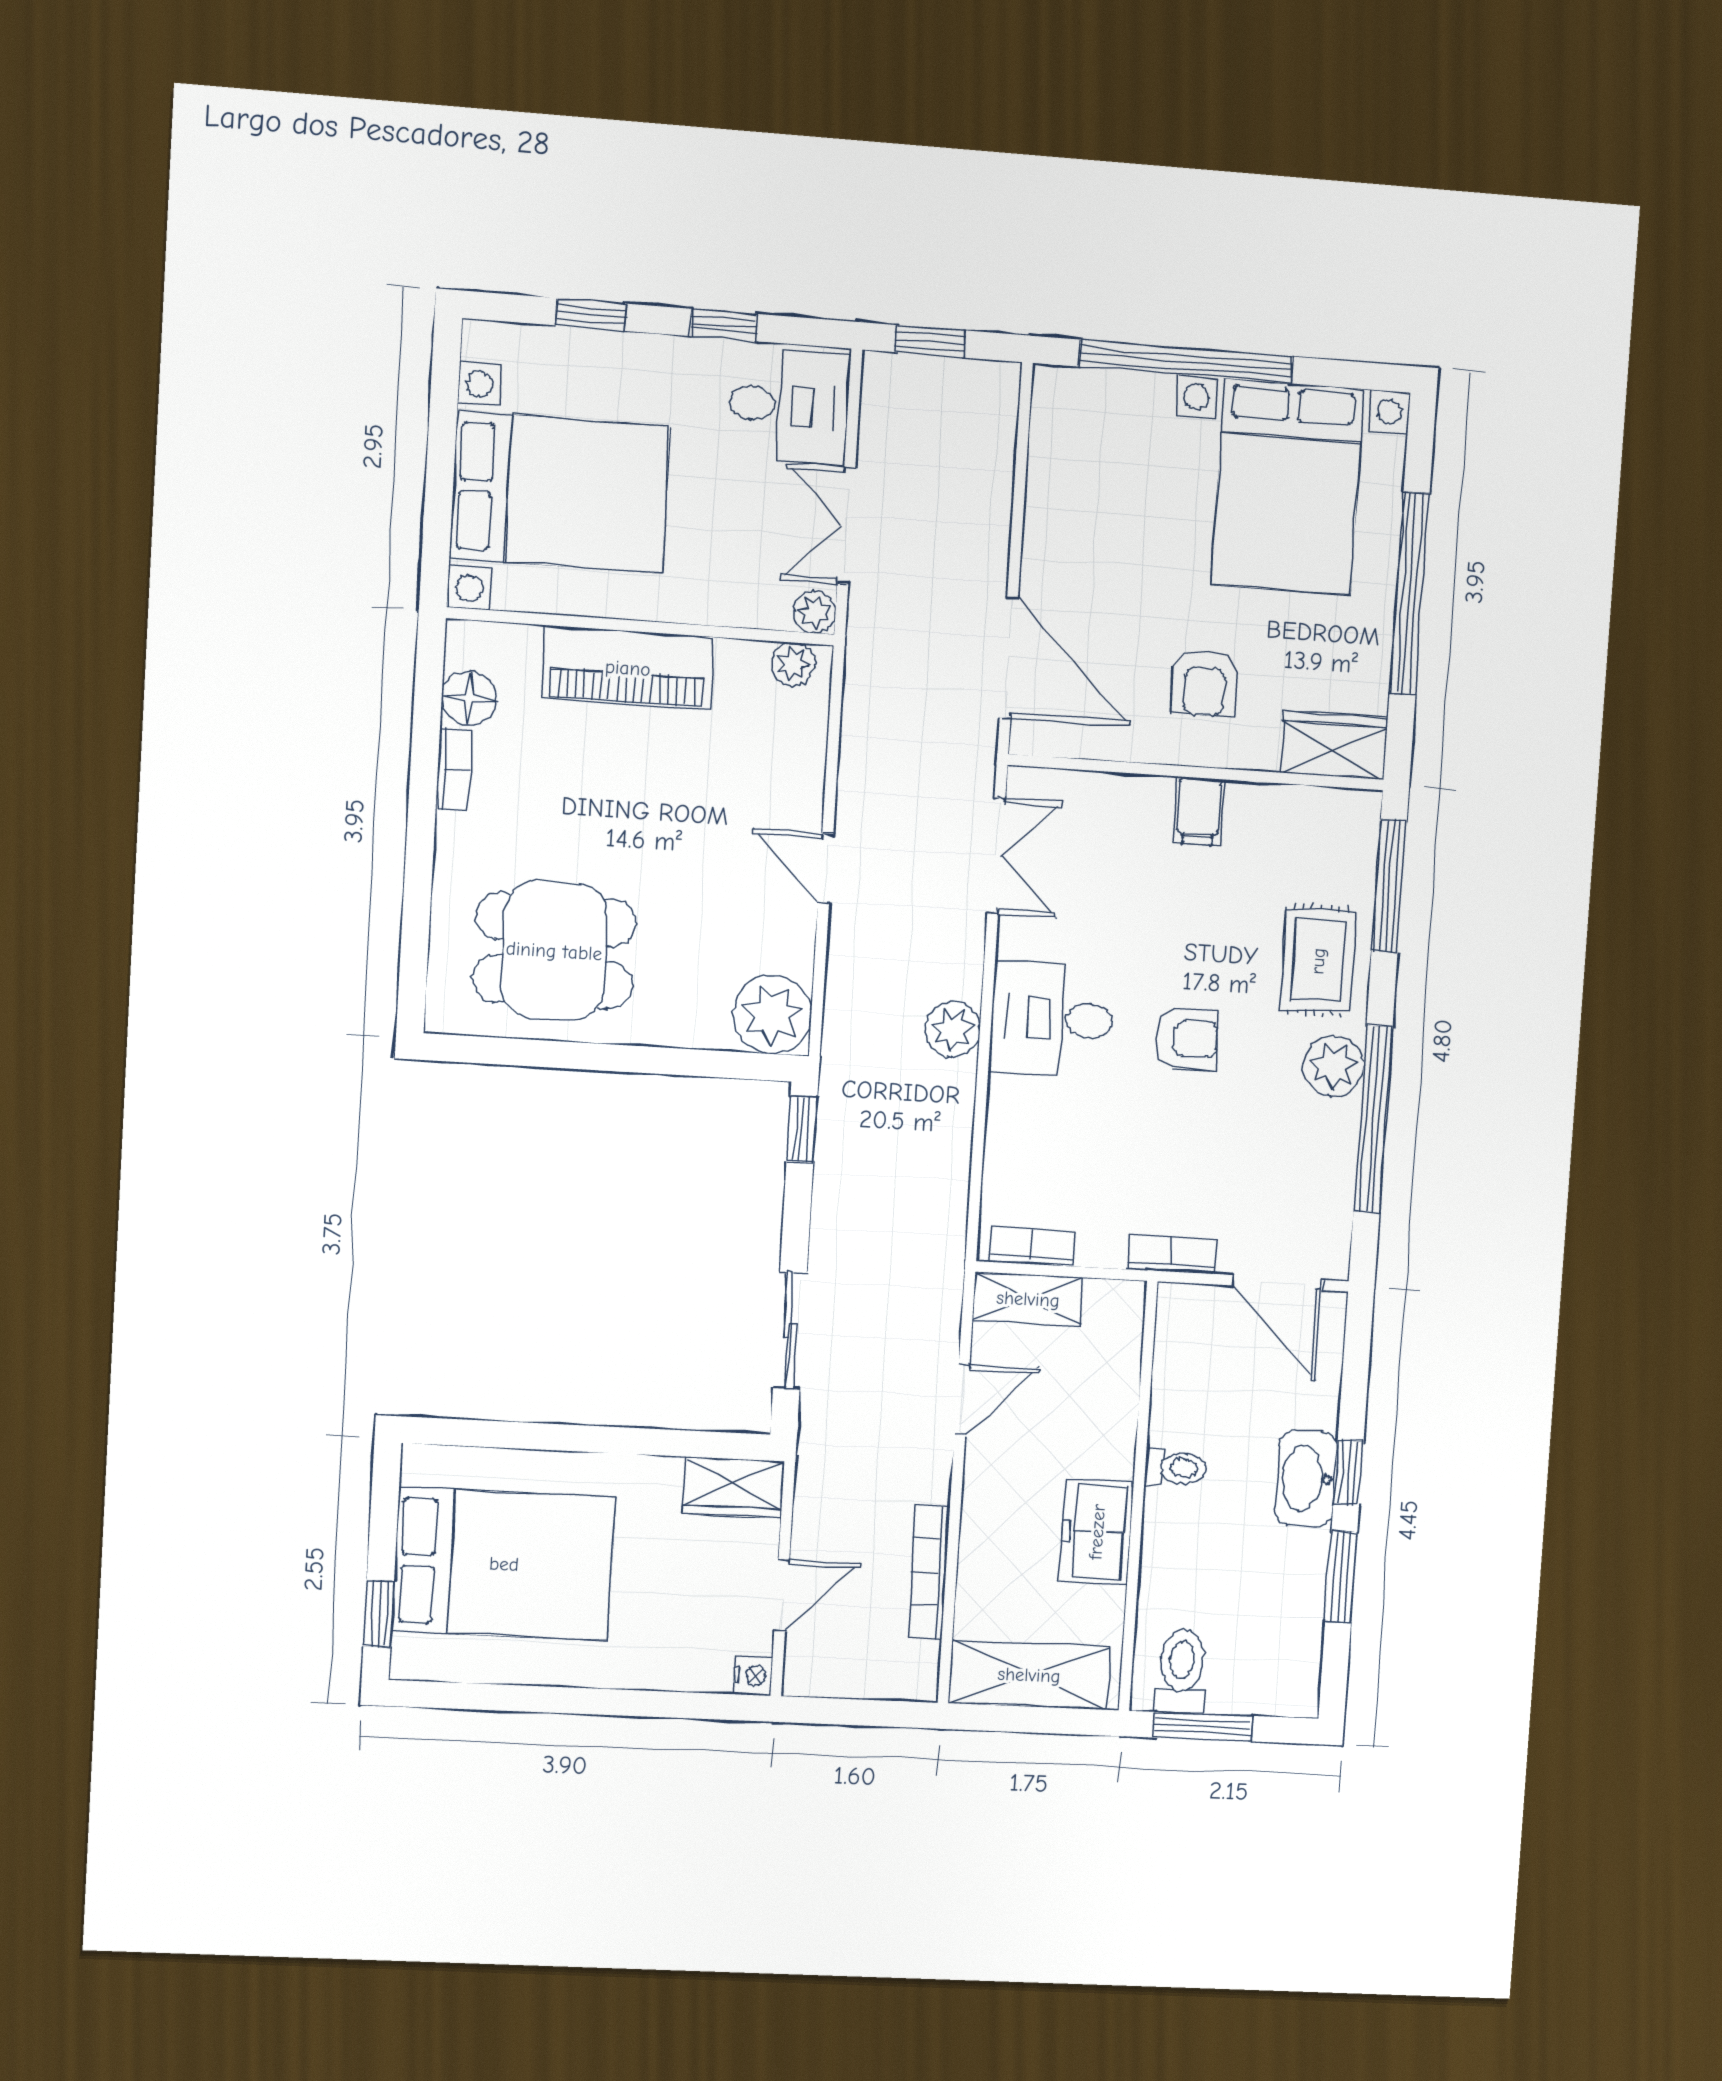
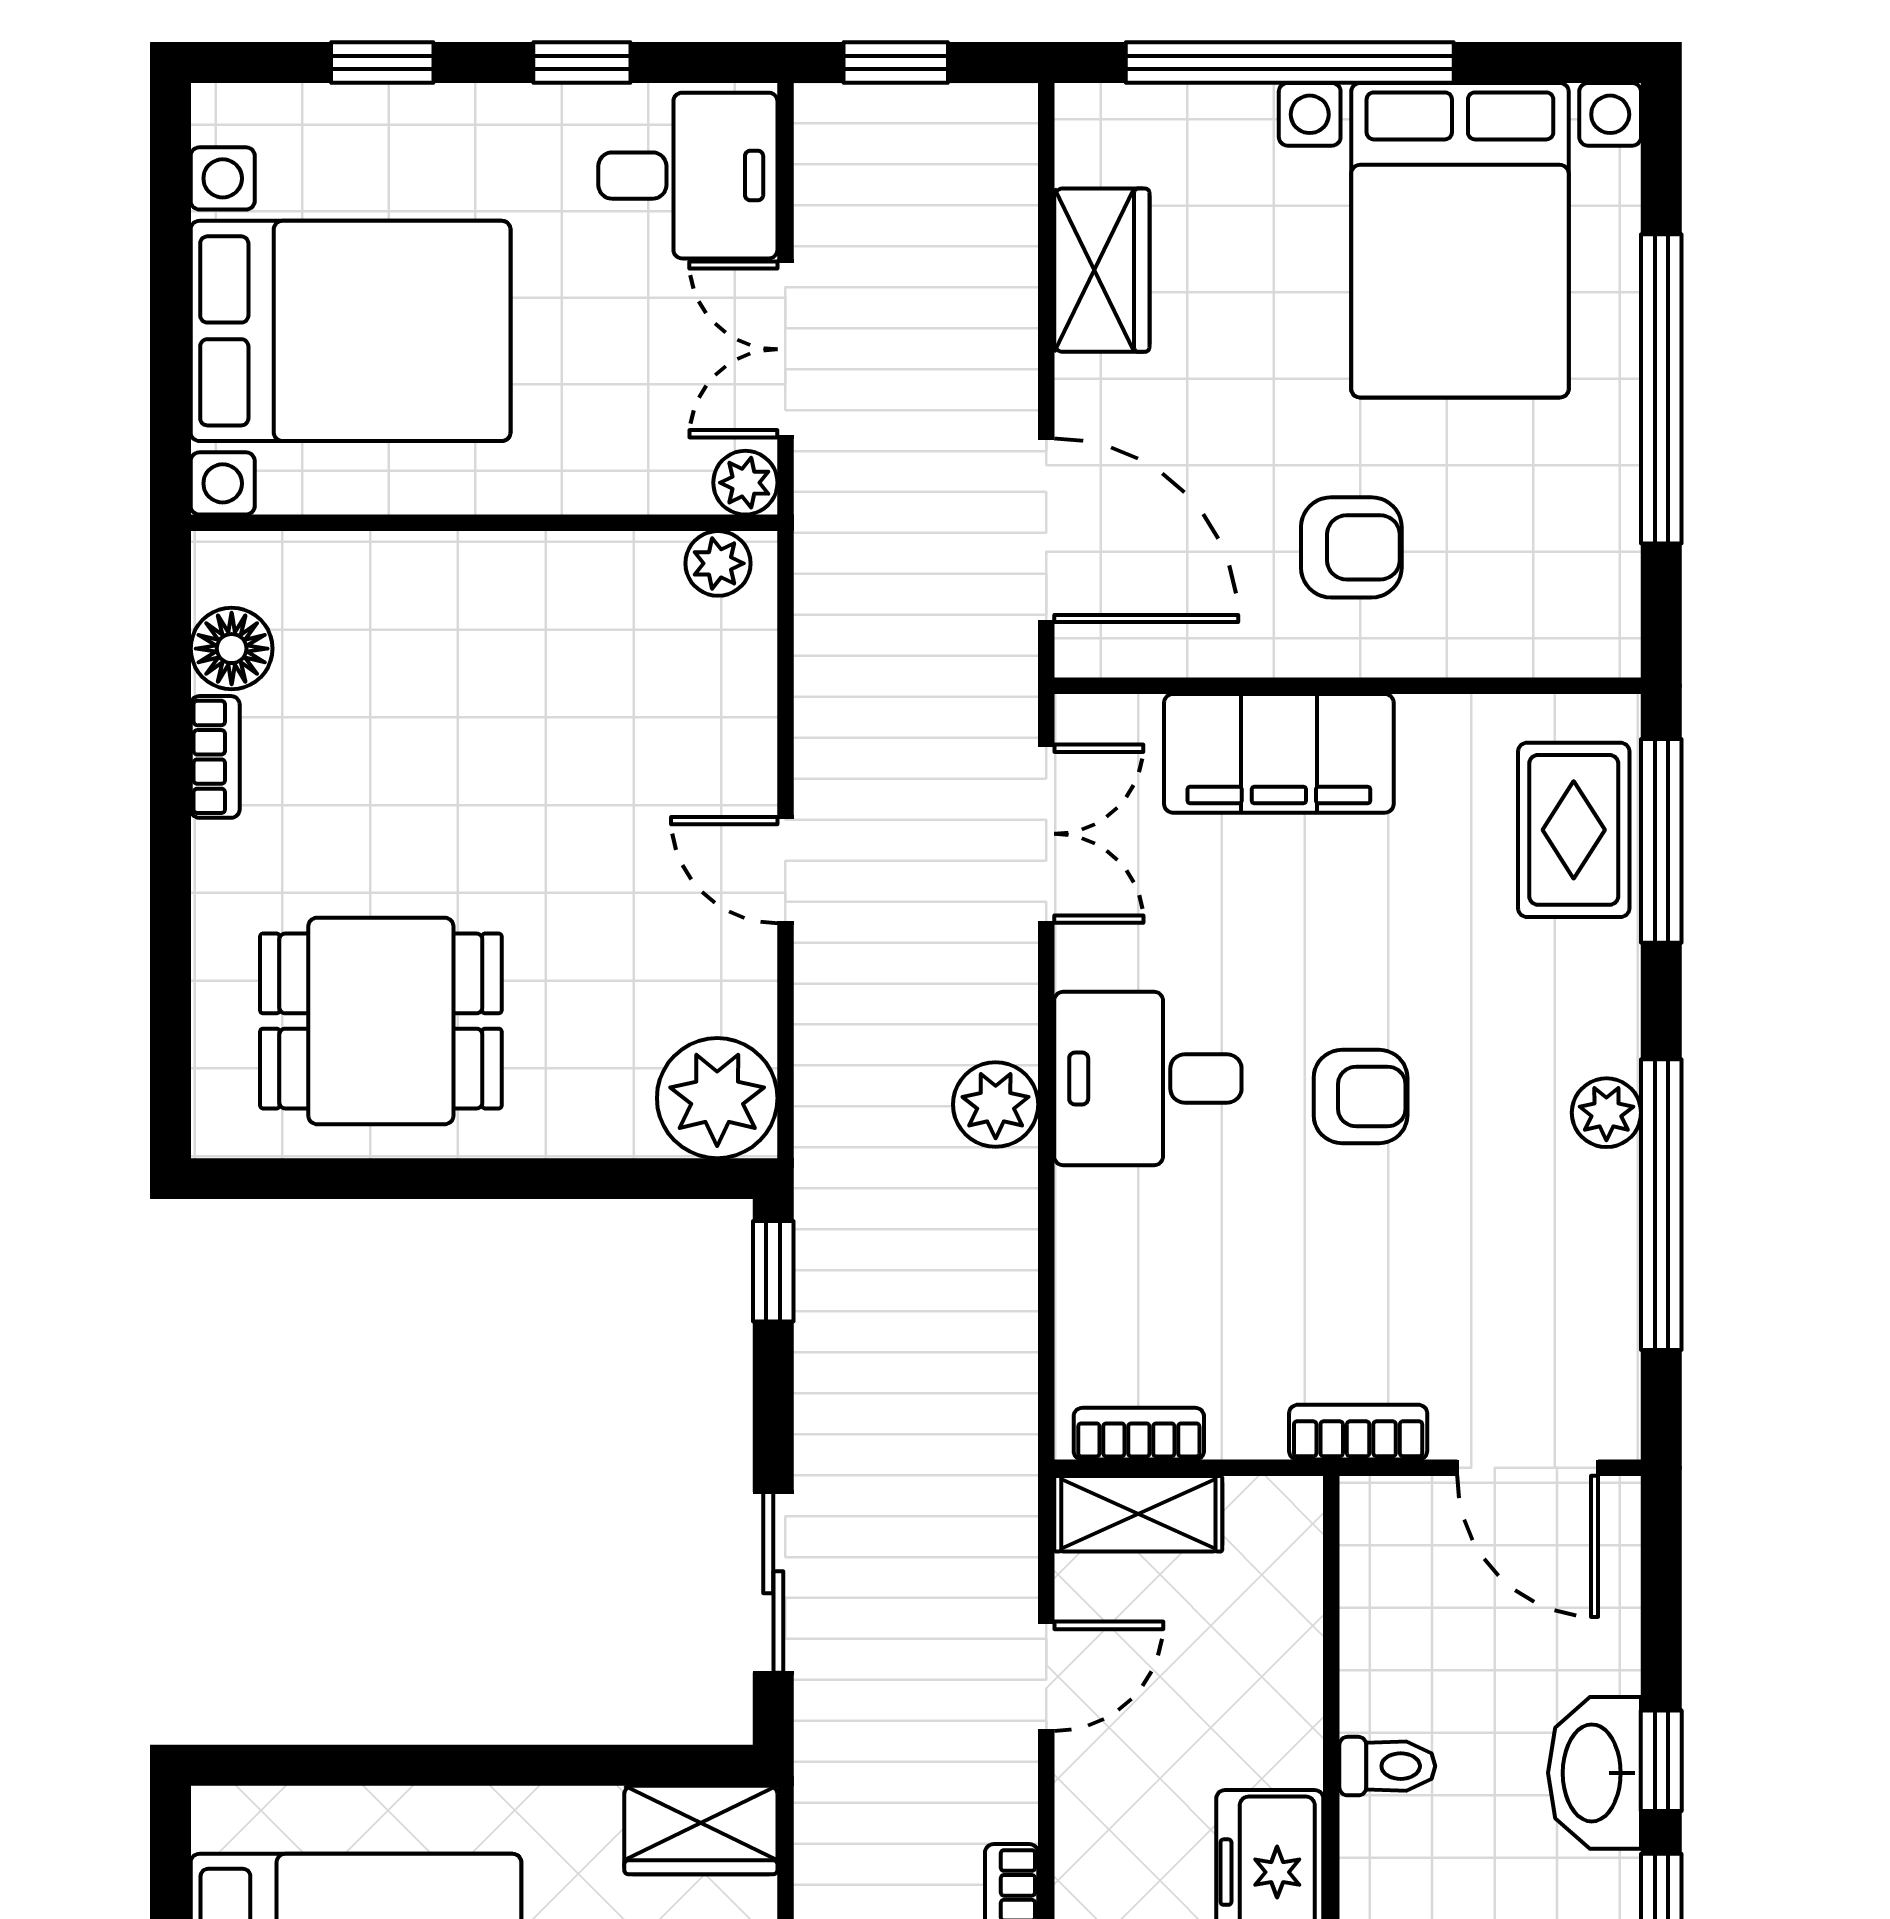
piano: (628, 668) -> (467, 586), removed
armchair: (1205, 682) -> (1351, 547), turned -90
wardrobe: (1334, 745) -> (1102, 270), moved, turned 90
filing cabinet: (1199, 811) -> (1279, 753), width x3.00, depth x1.17
rug: (1318, 961) -> (1574, 830), moved
plant: (1334, 1066) -> (1606, 1113), width x0.73, depth x0.73

